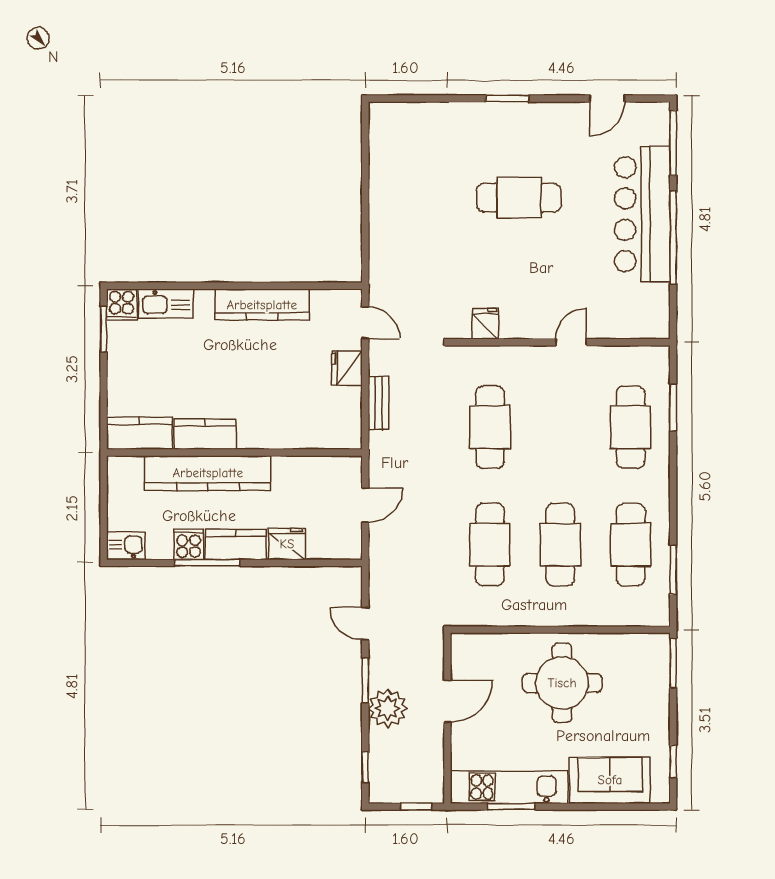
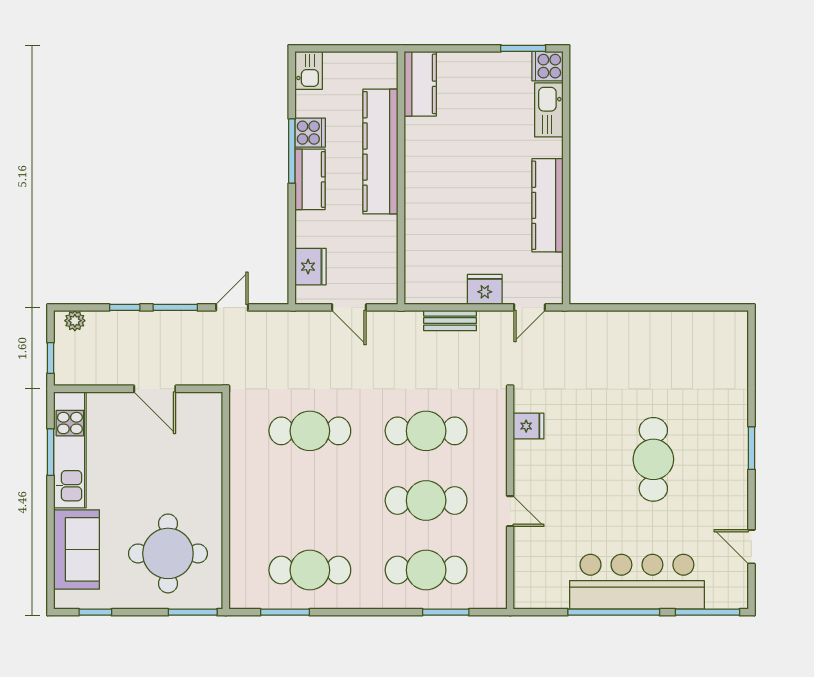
kitchen counter: (205, 434) -> (419, 149), removed
fridge: (287, 544) -> (311, 267), moved
cafe table: (560, 545) -> (426, 500), moved
round table: (562, 683) -> (168, 553), moved
plant: (388, 708) -> (75, 321), moved, width x0.53, depth x0.53
window: (365, 767) -> (125, 307), moved

